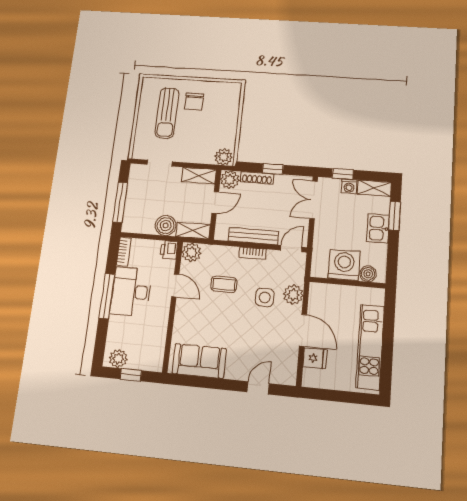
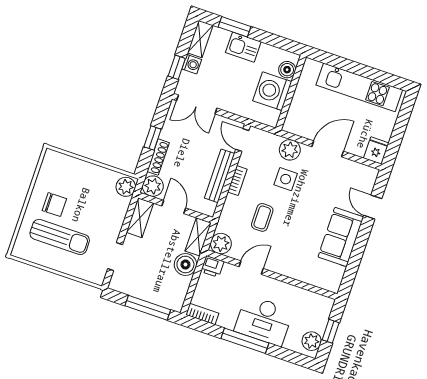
desk: (131, 292) -> (264, 320), moved
fridge: (315, 358) -> (376, 151), moved
sofa: (199, 361) -> (341, 237), moved

